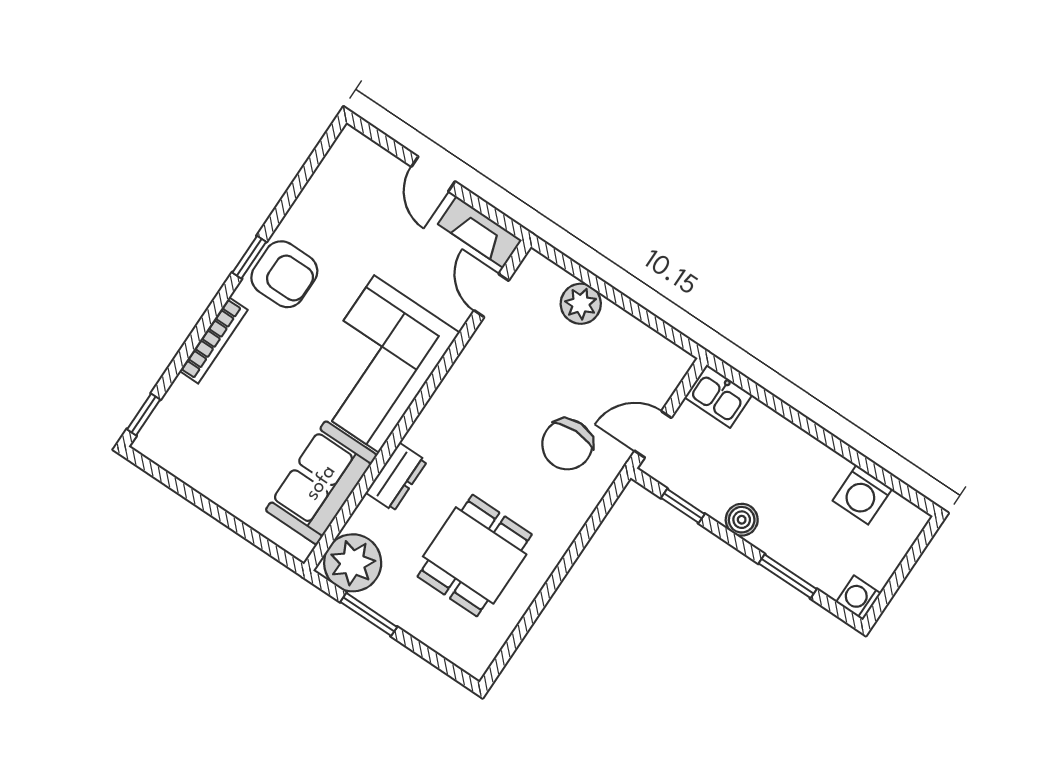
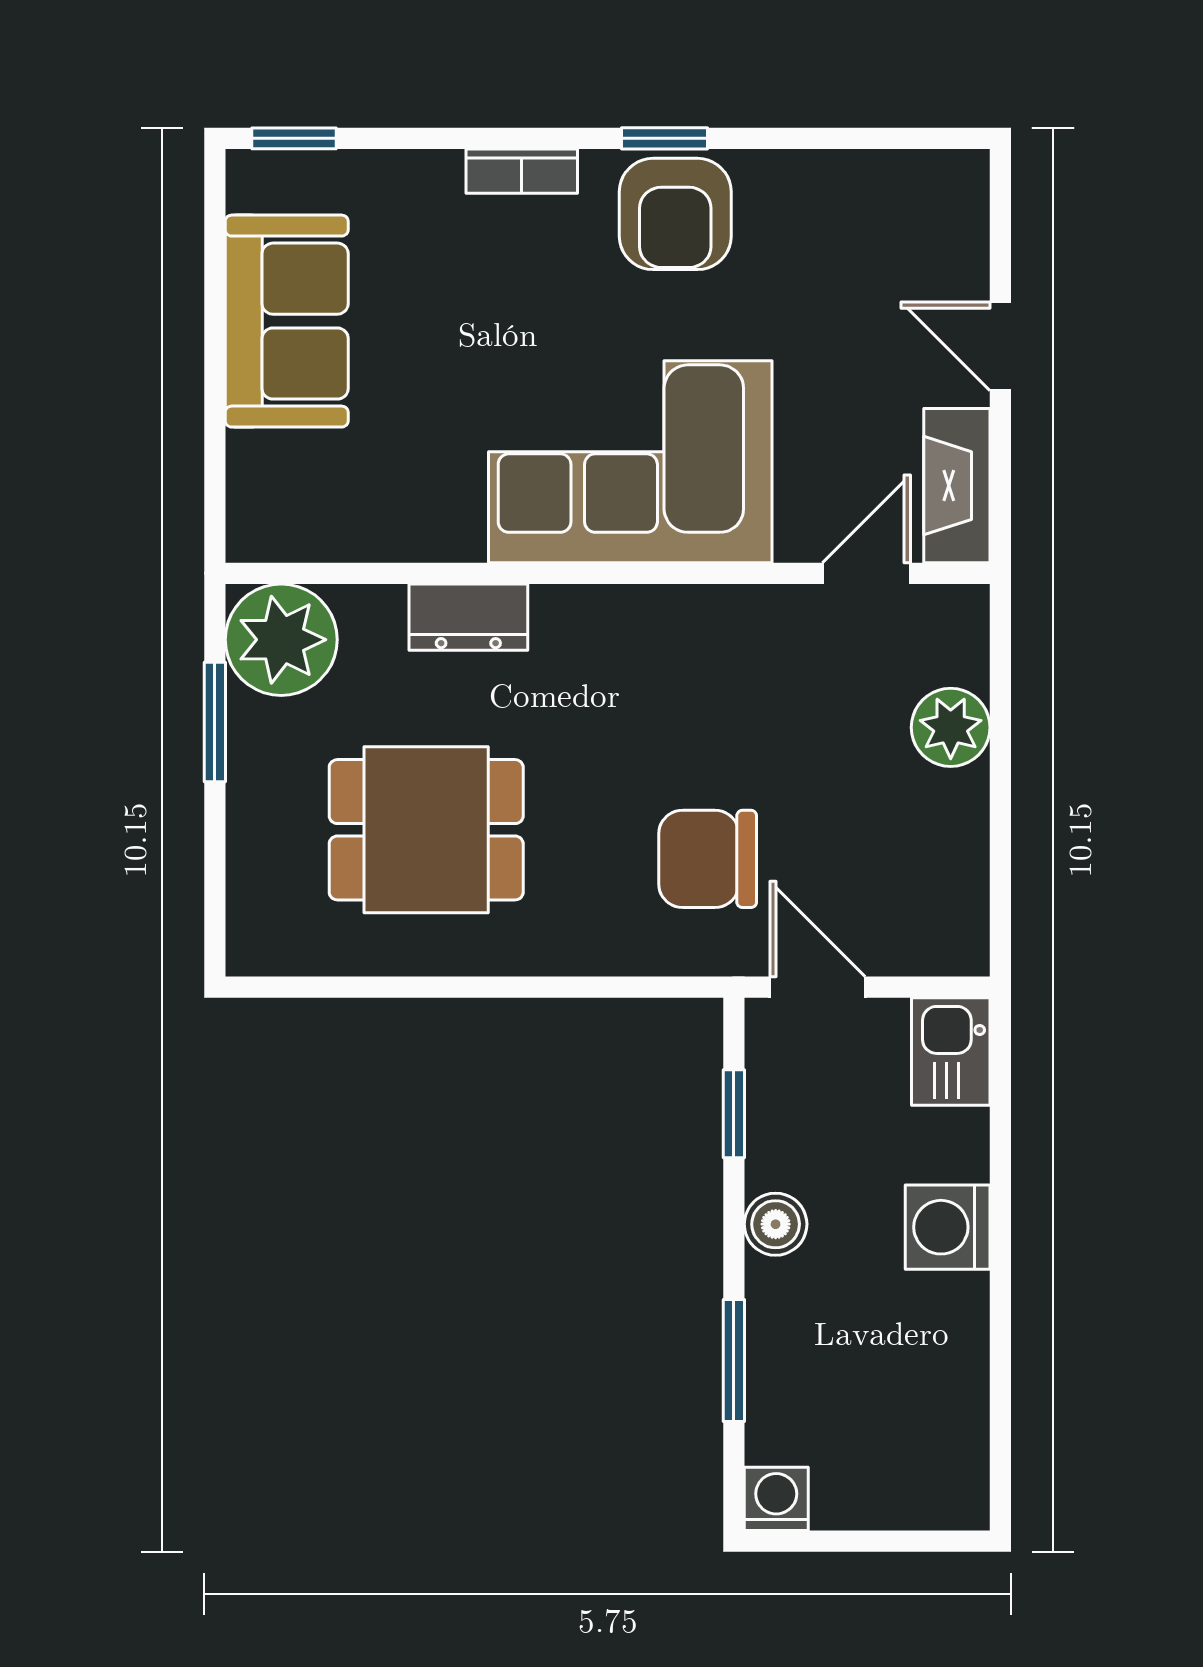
door: (433, 174) -> (1000, 346), hinge flipped
bookcase: (214, 340) -> (522, 171), width x0.64
sofa: (321, 483) -> (287, 321), moved, turned 90
washing machine: (862, 495) -> (948, 1227), moved

